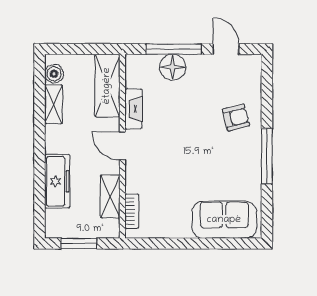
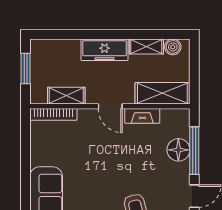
door: (122, 146) -> (110, 106), swing flipped
freezer: (57, 181) -> (105, 50), moved
bookcase: (132, 211) -> (54, 114), width x1.56

